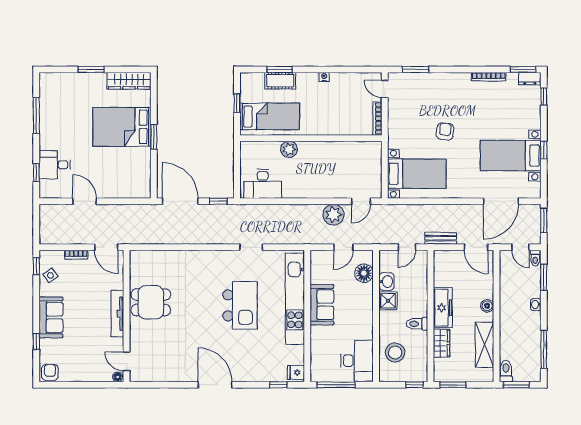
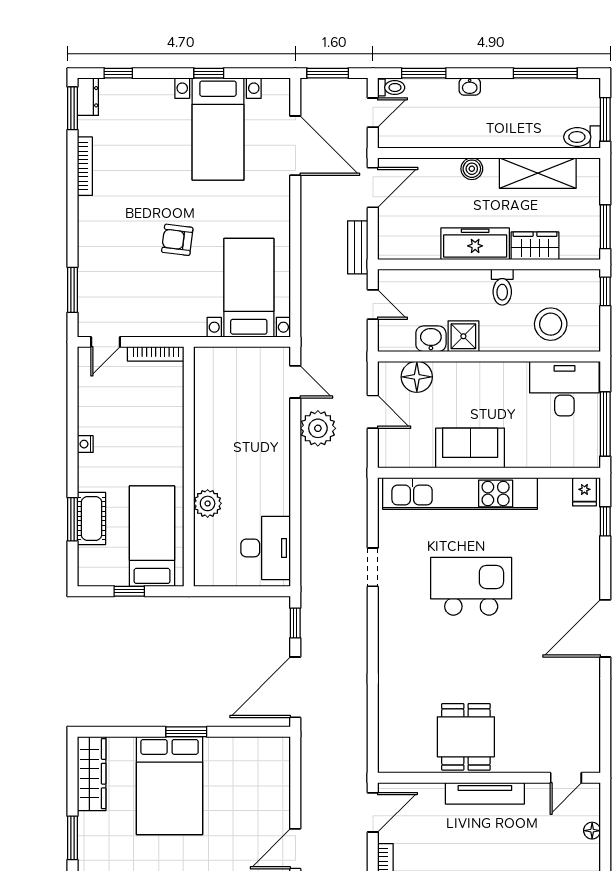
floor lamp: (118, 377) -> (592, 831), moved

